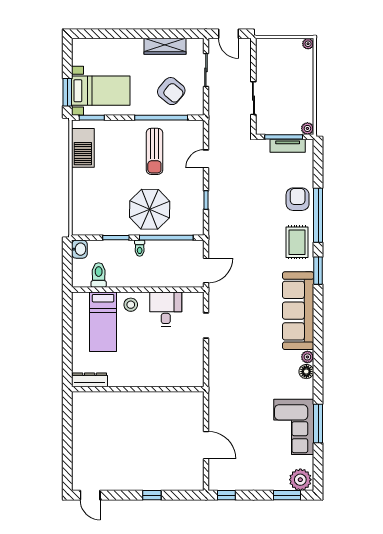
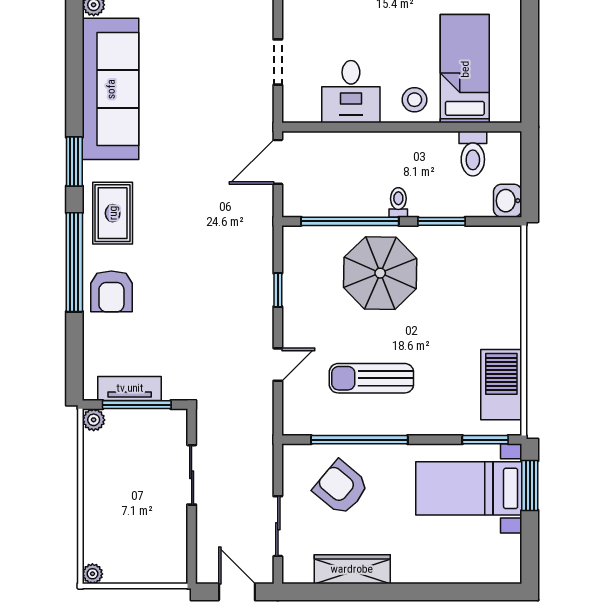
sun lounger: (154, 151) -> (371, 378), turned -90

